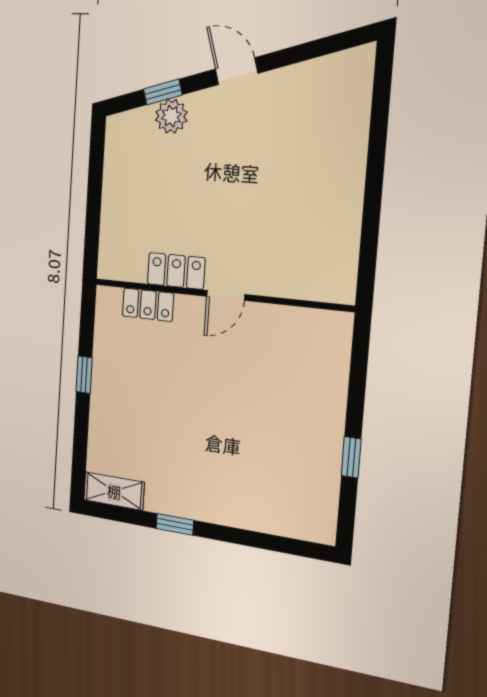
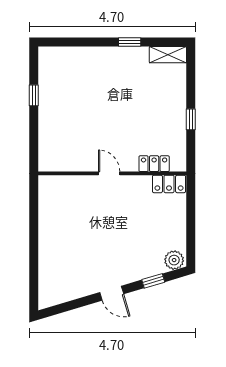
plant: (171, 116) -> (174, 260), moved
locker: (176, 271) -> (169, 184), moved
door: (226, 295) -> (109, 173), hinge flipped

